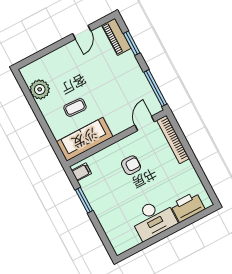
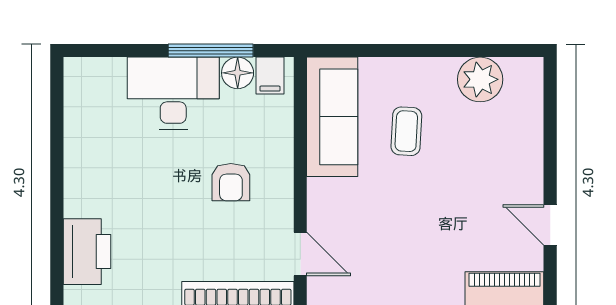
floor lamp: (87, 185) -> (238, 73), added
window: (84, 200) -> (211, 51), width x1.44
desk: (153, 219) -> (173, 93), moved, turned 90

